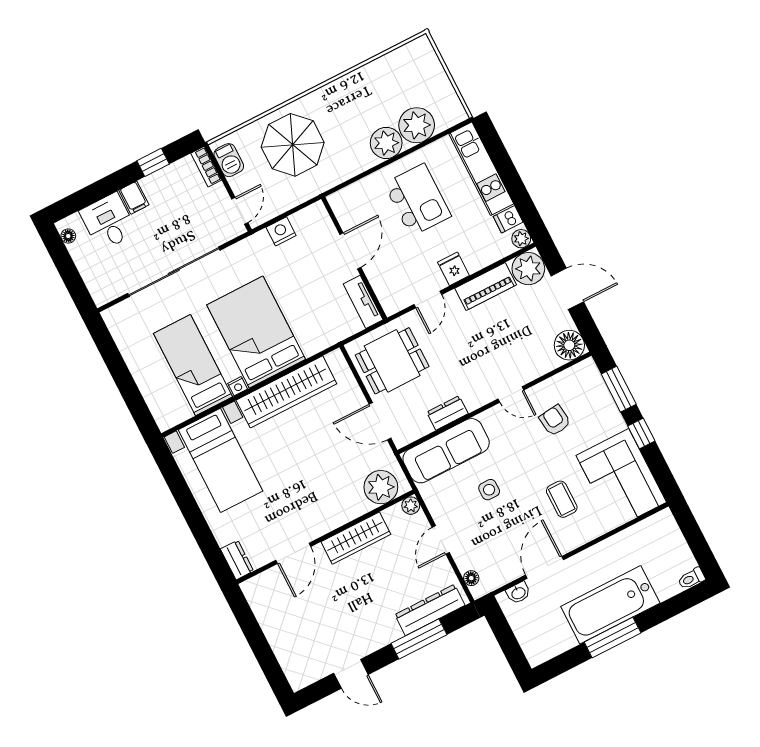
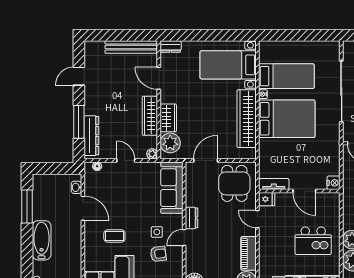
nightstand: (281, 231) -> (334, 183), moved
fridge: (453, 269) -> (267, 199), moved
dresser: (447, 413) -> (192, 218), moved
side table: (489, 490) -> (157, 232), moved
wardrobe: (345, 509) -> (168, 118), added
bathtub: (610, 605) -> (42, 240), width x0.73, depth x0.73
bench: (268, 619) -> (131, 47), added
window: (613, 637) -> (27, 206), moved

